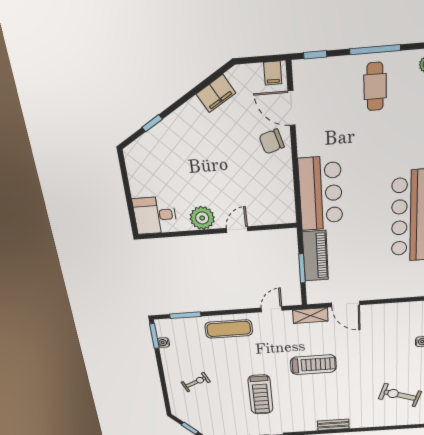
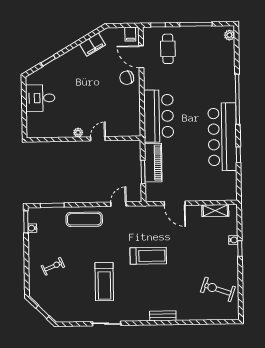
cafe table: (375, 87) -> (168, 49), moved
desk: (155, 215) -> (40, 98), moved
plant: (202, 218) -> (78, 133), width x0.53, depth x0.53
shelving: (310, 316) -> (215, 211), moved

